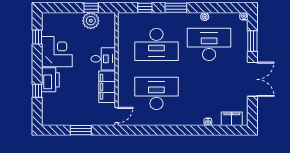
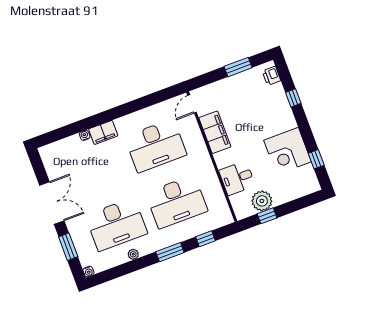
desk: (156, 44) -> (177, 202), turned 180
desk: (103, 59) -> (237, 178), moved
double door: (252, 79) -> (52, 203), swing flipped
printer: (50, 80) -> (271, 76), moved, width x0.53, depth x0.68
filing cabinet: (232, 119) -> (103, 132), moved
window: (81, 130) -> (238, 67), moved

